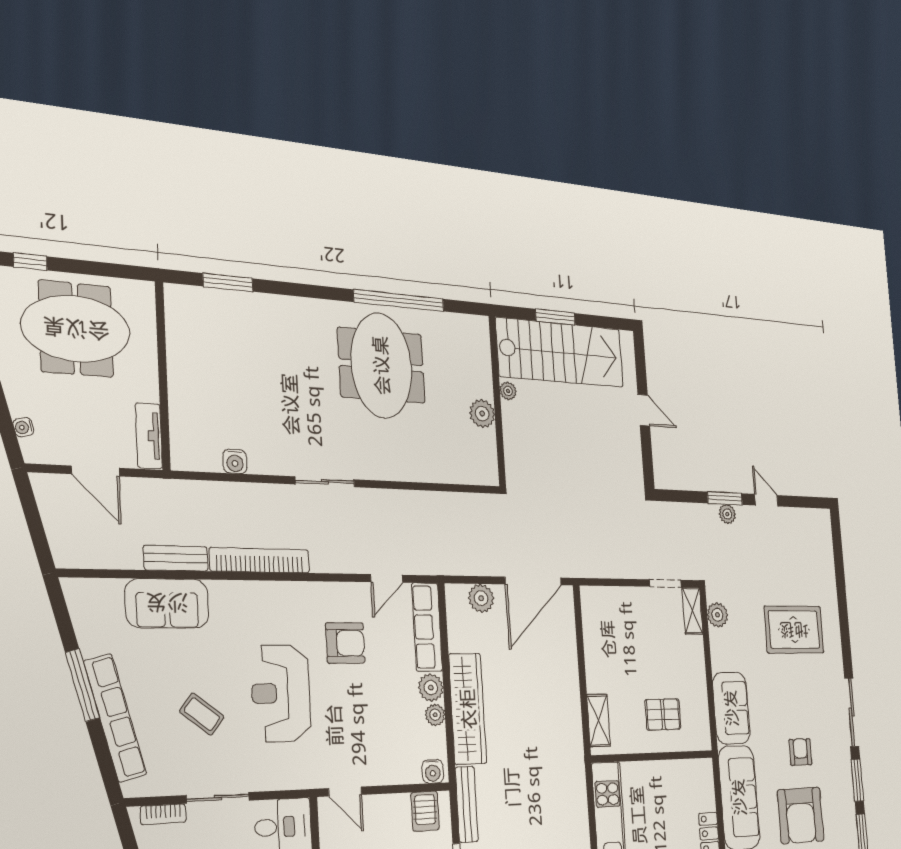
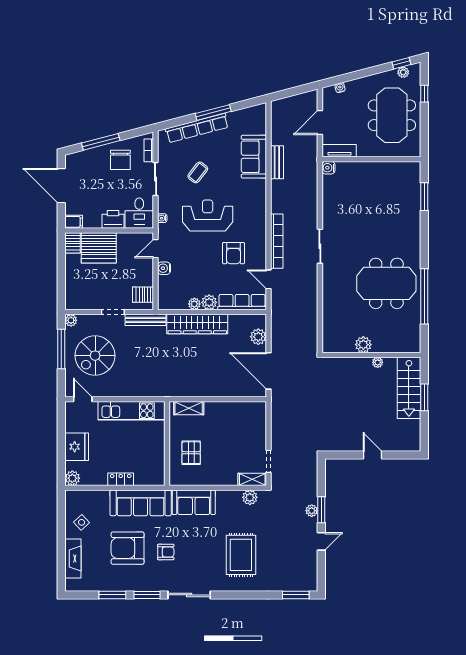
stairs: (560, 353) -> (409, 388), width x0.73, depth x0.66
door: (644, 410) -> (372, 455), swing flipped
water cooler: (235, 461) -> (328, 168), moved
window: (837, 543) -> (296, 595), added
bookcase: (260, 560) -> (277, 241), moved
water cooler: (433, 771) -> (164, 268), moved
water cooler: (290, 781) -> (162, 218), added

